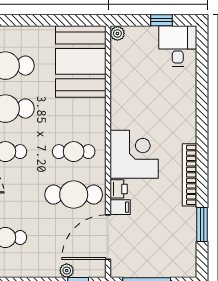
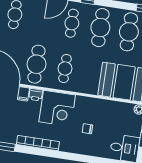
chair: (157, 105) -> (87, 129), added

